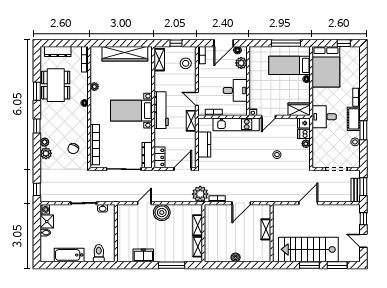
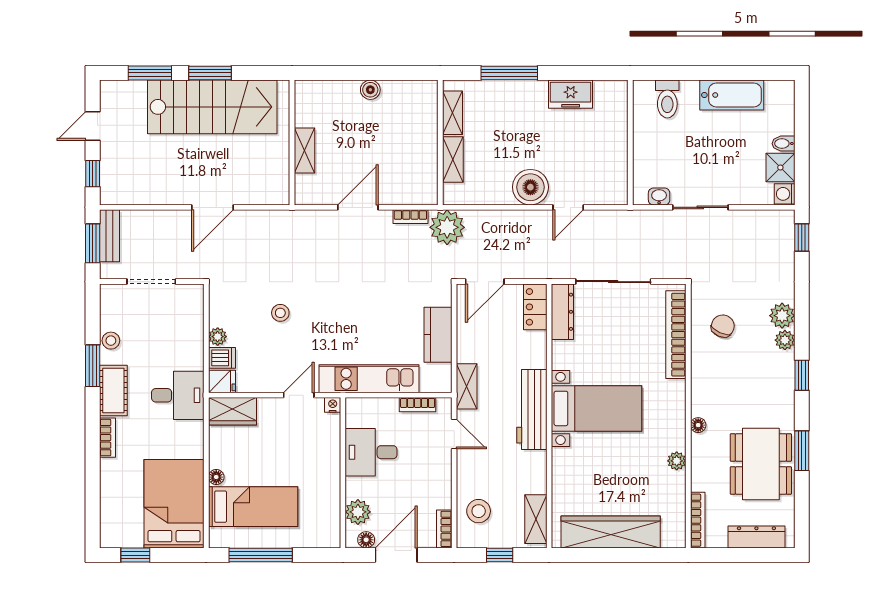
door: (363, 241) -> (93, 126), swing flipped

